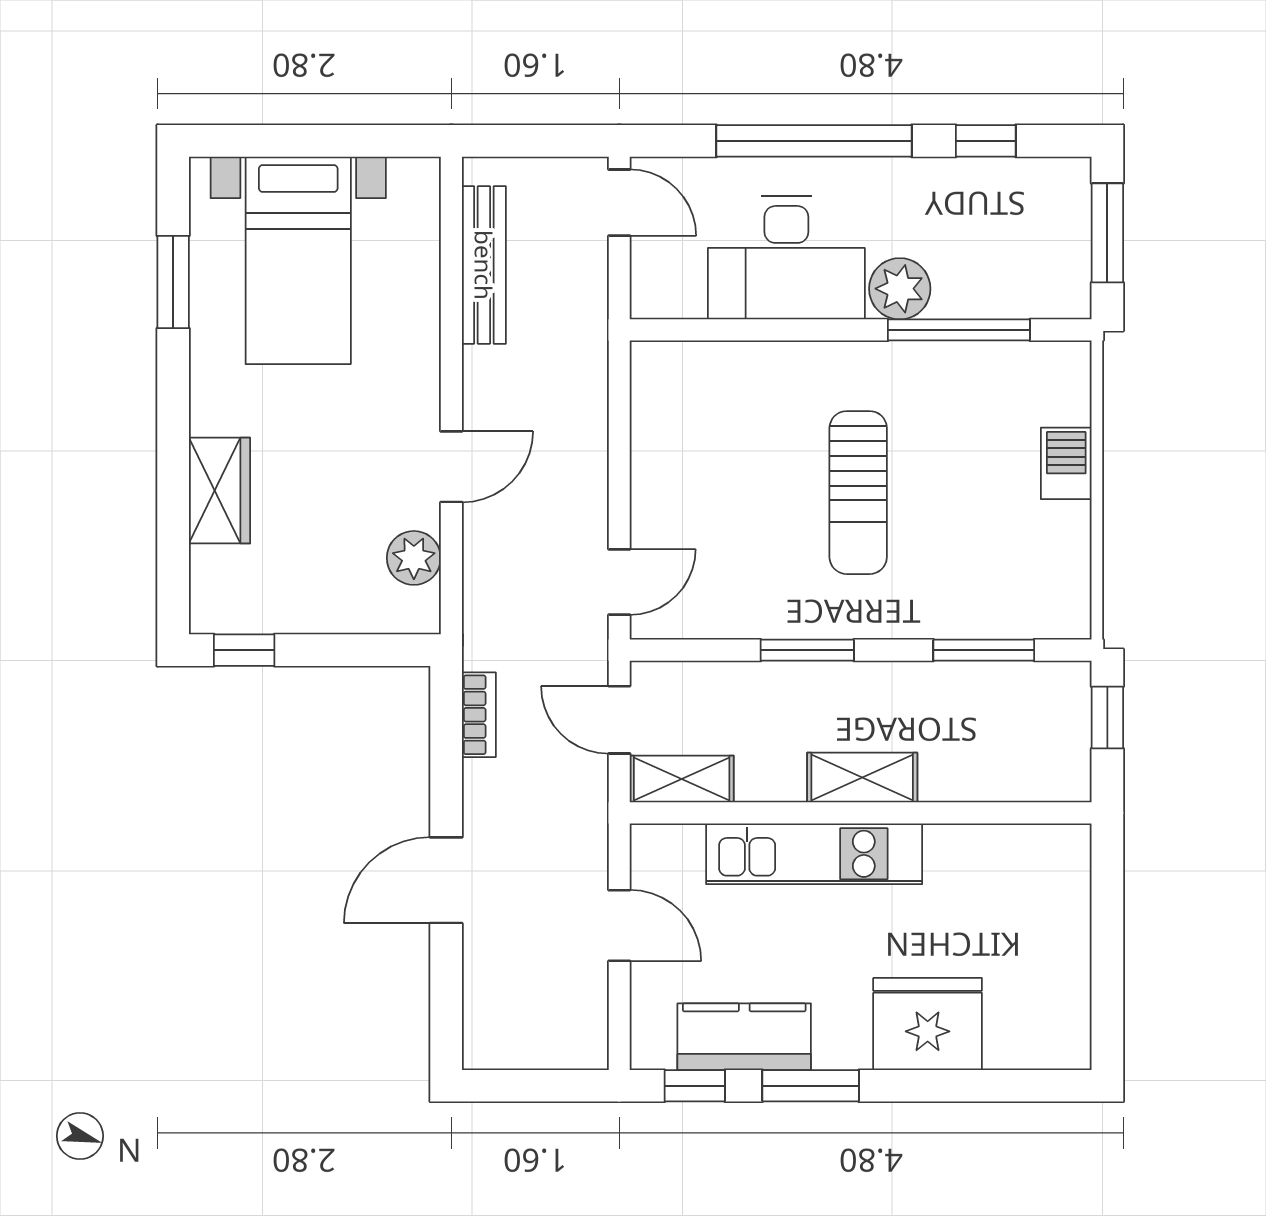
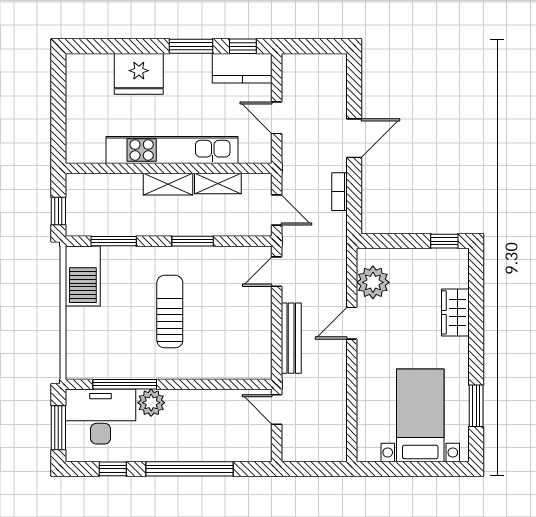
door: (619, 203) -> (277, 410), moved
desk: (786, 258) -> (100, 417), moved
bench: (484, 265) -> (291, 338), moved
barbecue: (1066, 463) -> (83, 276), moved, width x1.88, depth x1.53
plant: (414, 558) -> (373, 282), width x1.36, depth x1.36
bookcase: (479, 715) -> (339, 192), moved
shelving: (682, 779) -> (218, 183), moved
kitchen unit: (814, 854) -> (172, 150), width x1.36
kitchen counter: (744, 1037) -> (242, 68), moved

